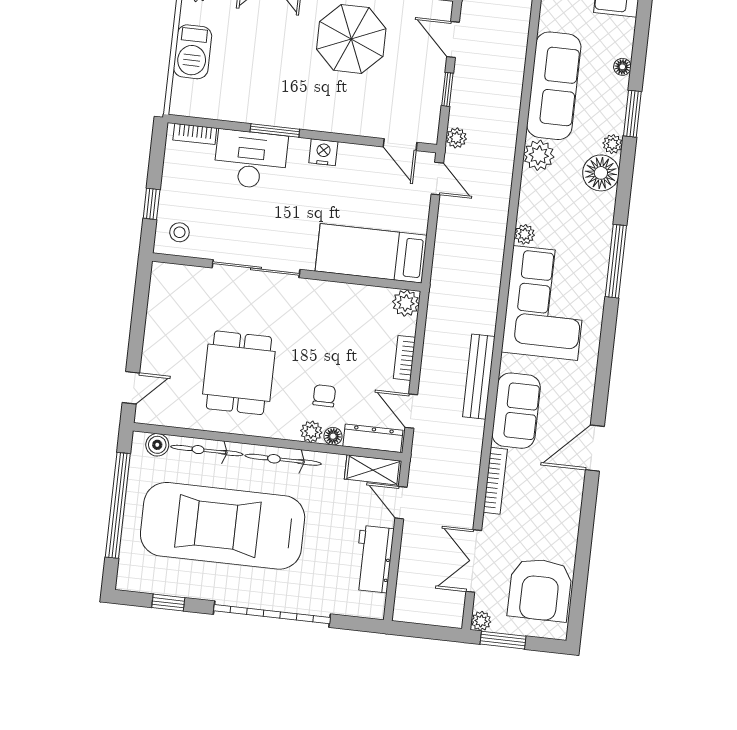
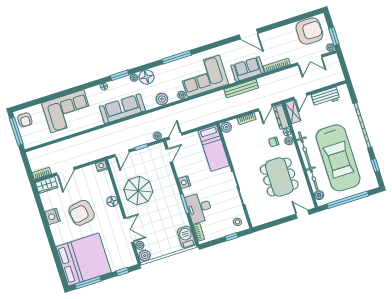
barbecue: (193, 52) -> (186, 237), moved, turned -90
plant: (539, 155) -> (162, 99), moved
dining table: (239, 373) -> (279, 177), width x1.38

